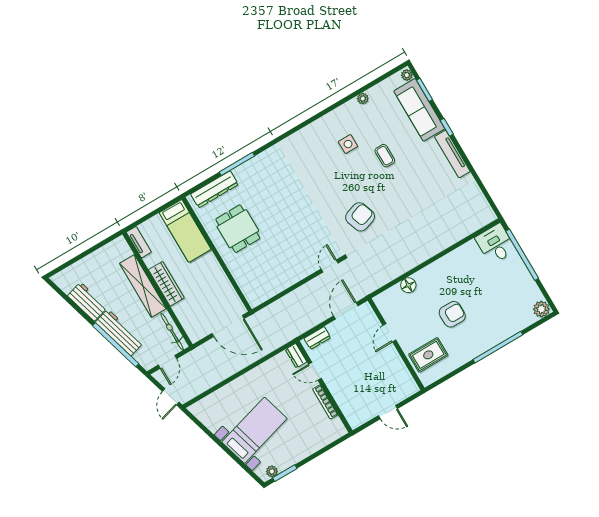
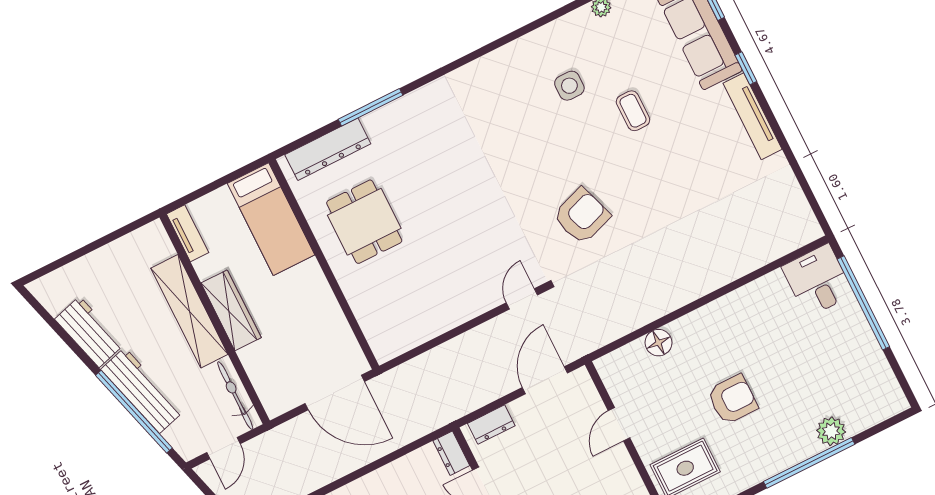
plant: (541, 309) -> (831, 431), moved

